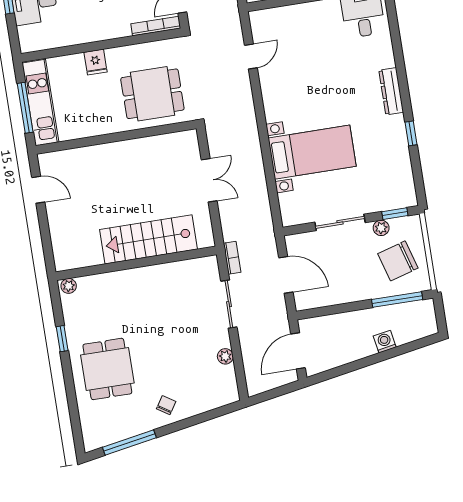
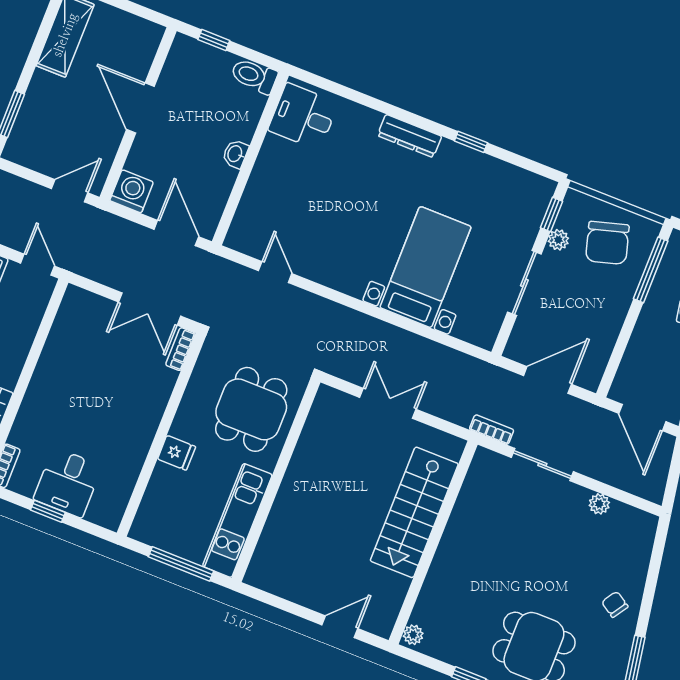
bookcase: (156, 26) -> (180, 349), width x0.64
kitchen unit: (40, 103) -> (237, 520), moved, turned -90
door: (38, 190) -> (340, 627), moved

